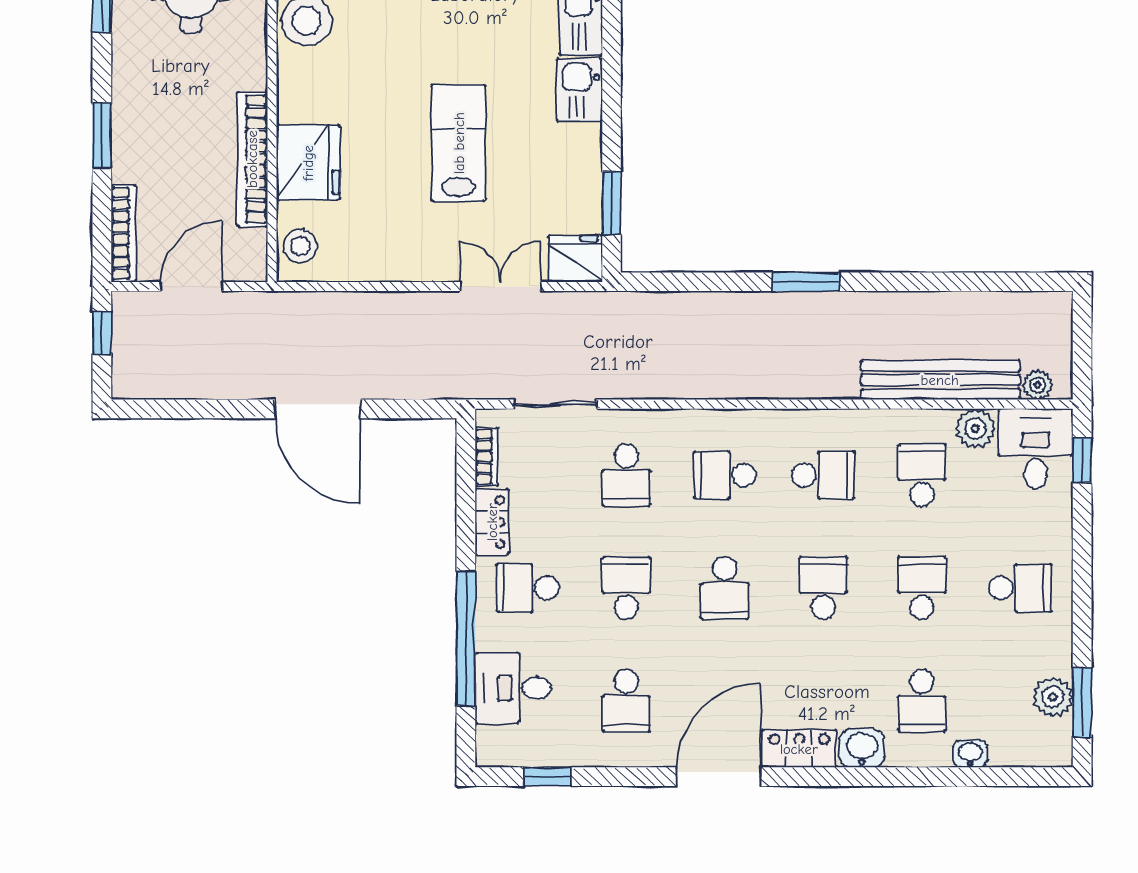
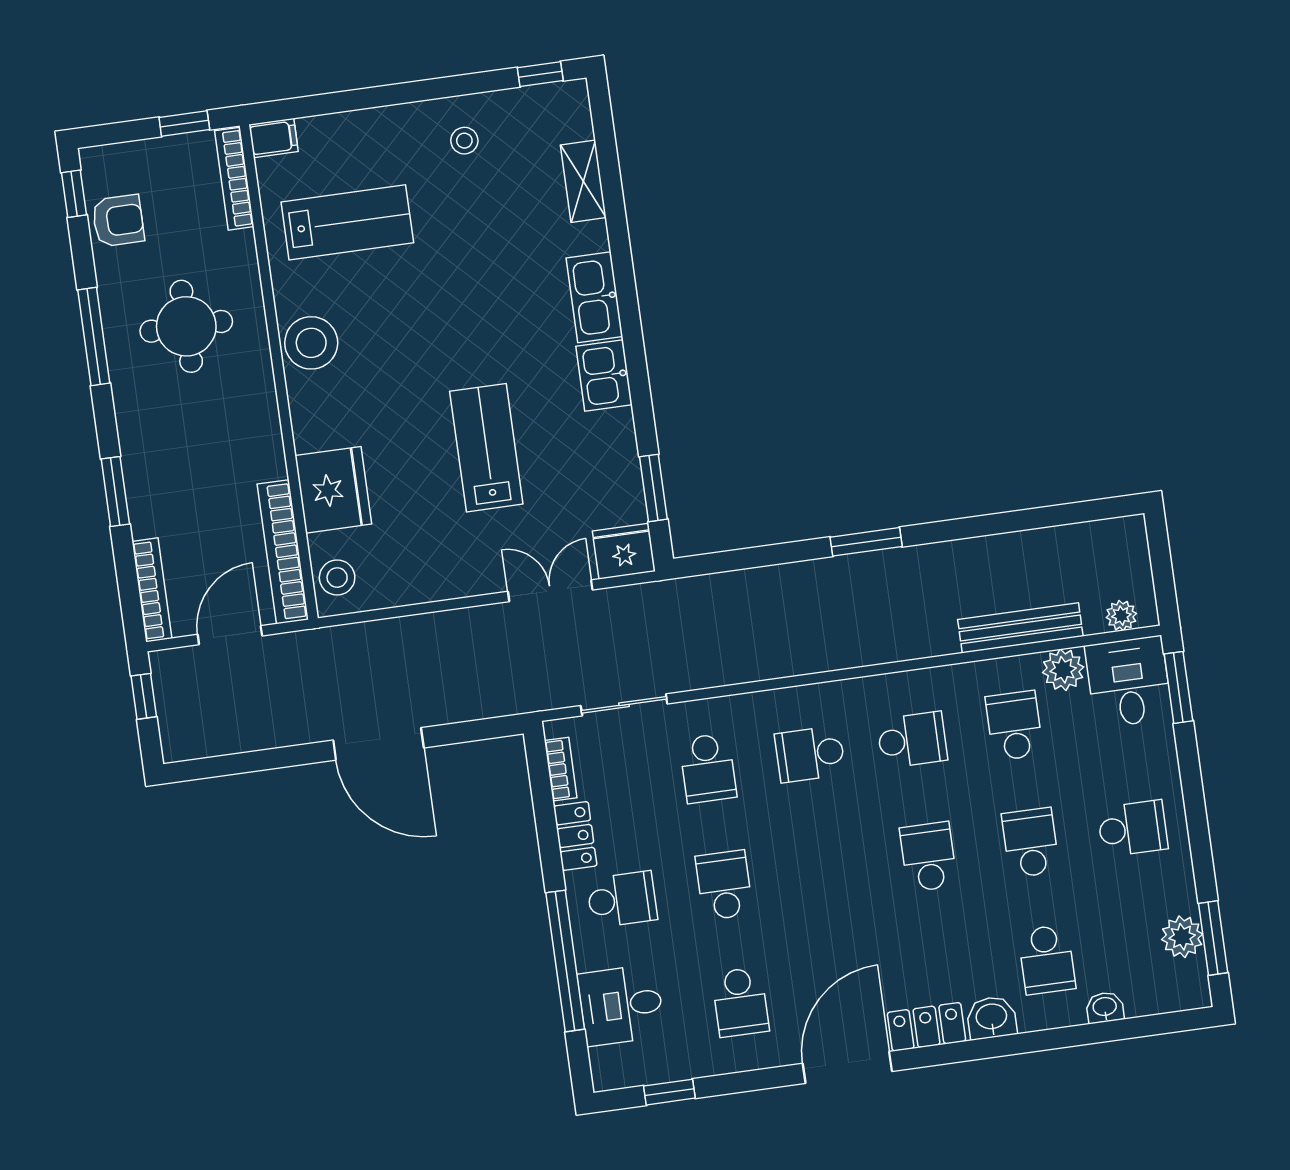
bookcase: (252, 159) -> (283, 552), moved
bench: (940, 380) -> (1020, 628), width x0.73, depth x0.82
window: (1082, 461) -> (1178, 687), width x1.50
school desk: (528, 588) -> (622, 899), turned 180
school desk: (725, 588) -> (826, 871), removed

